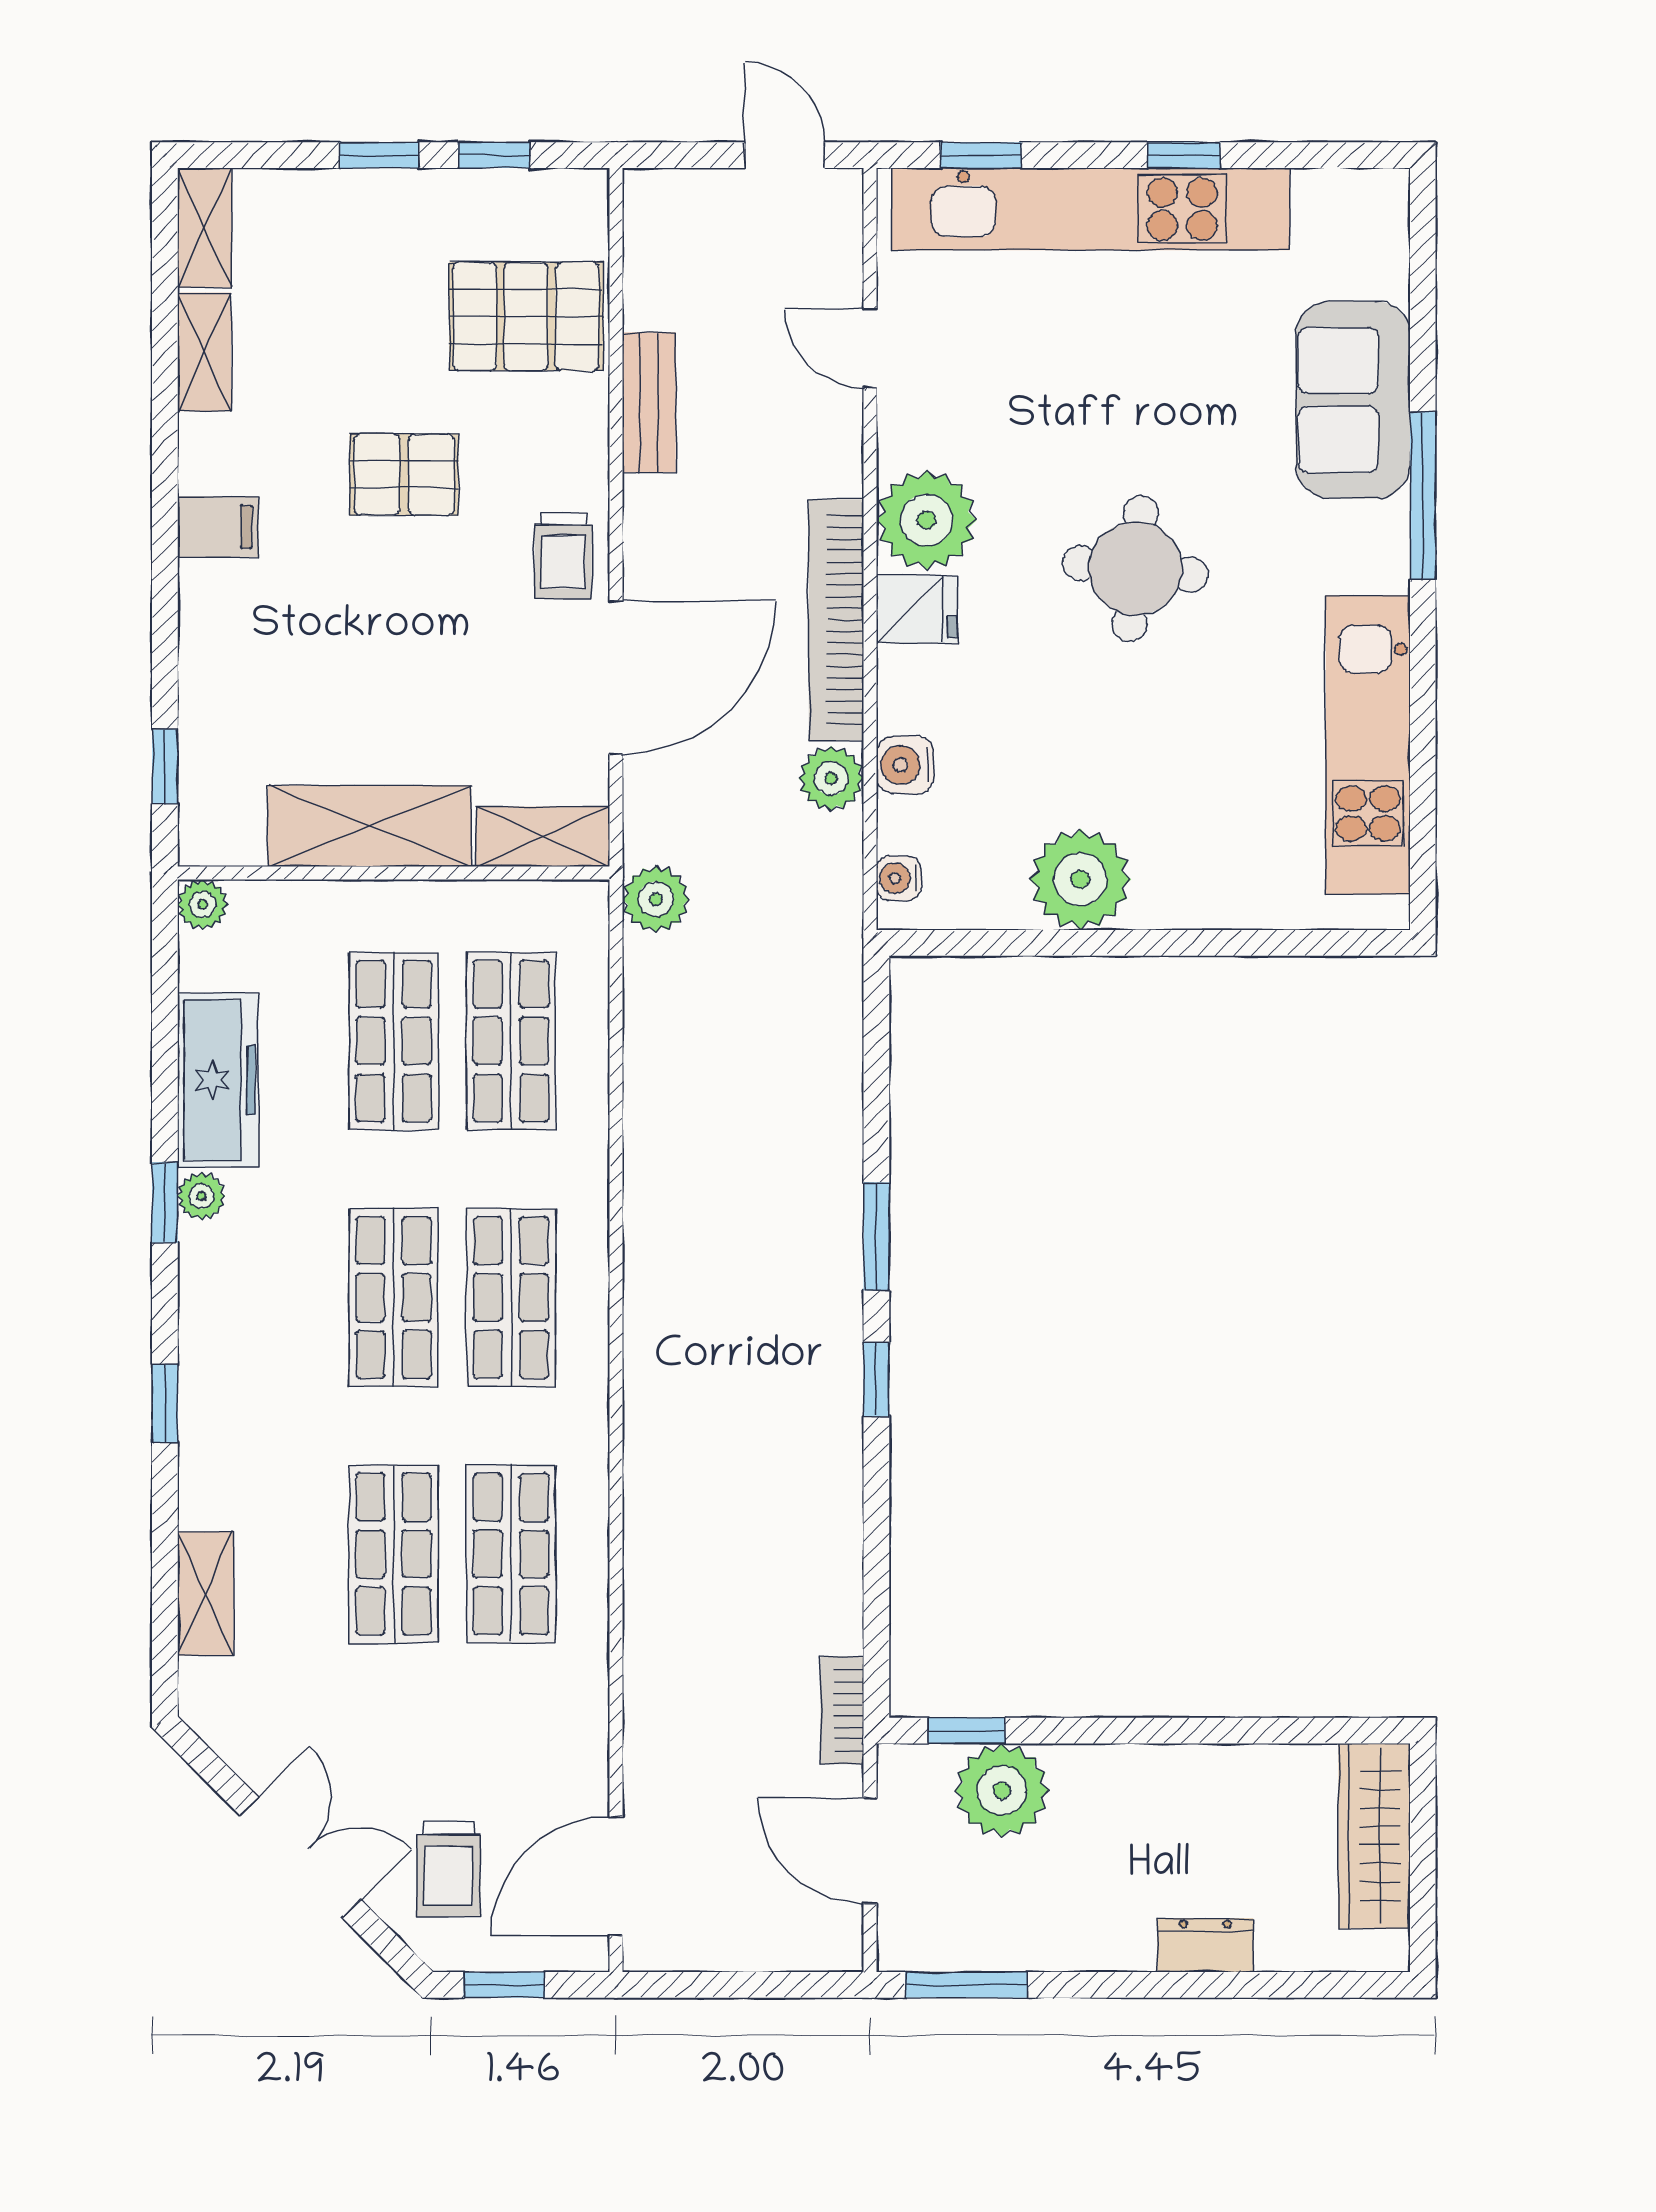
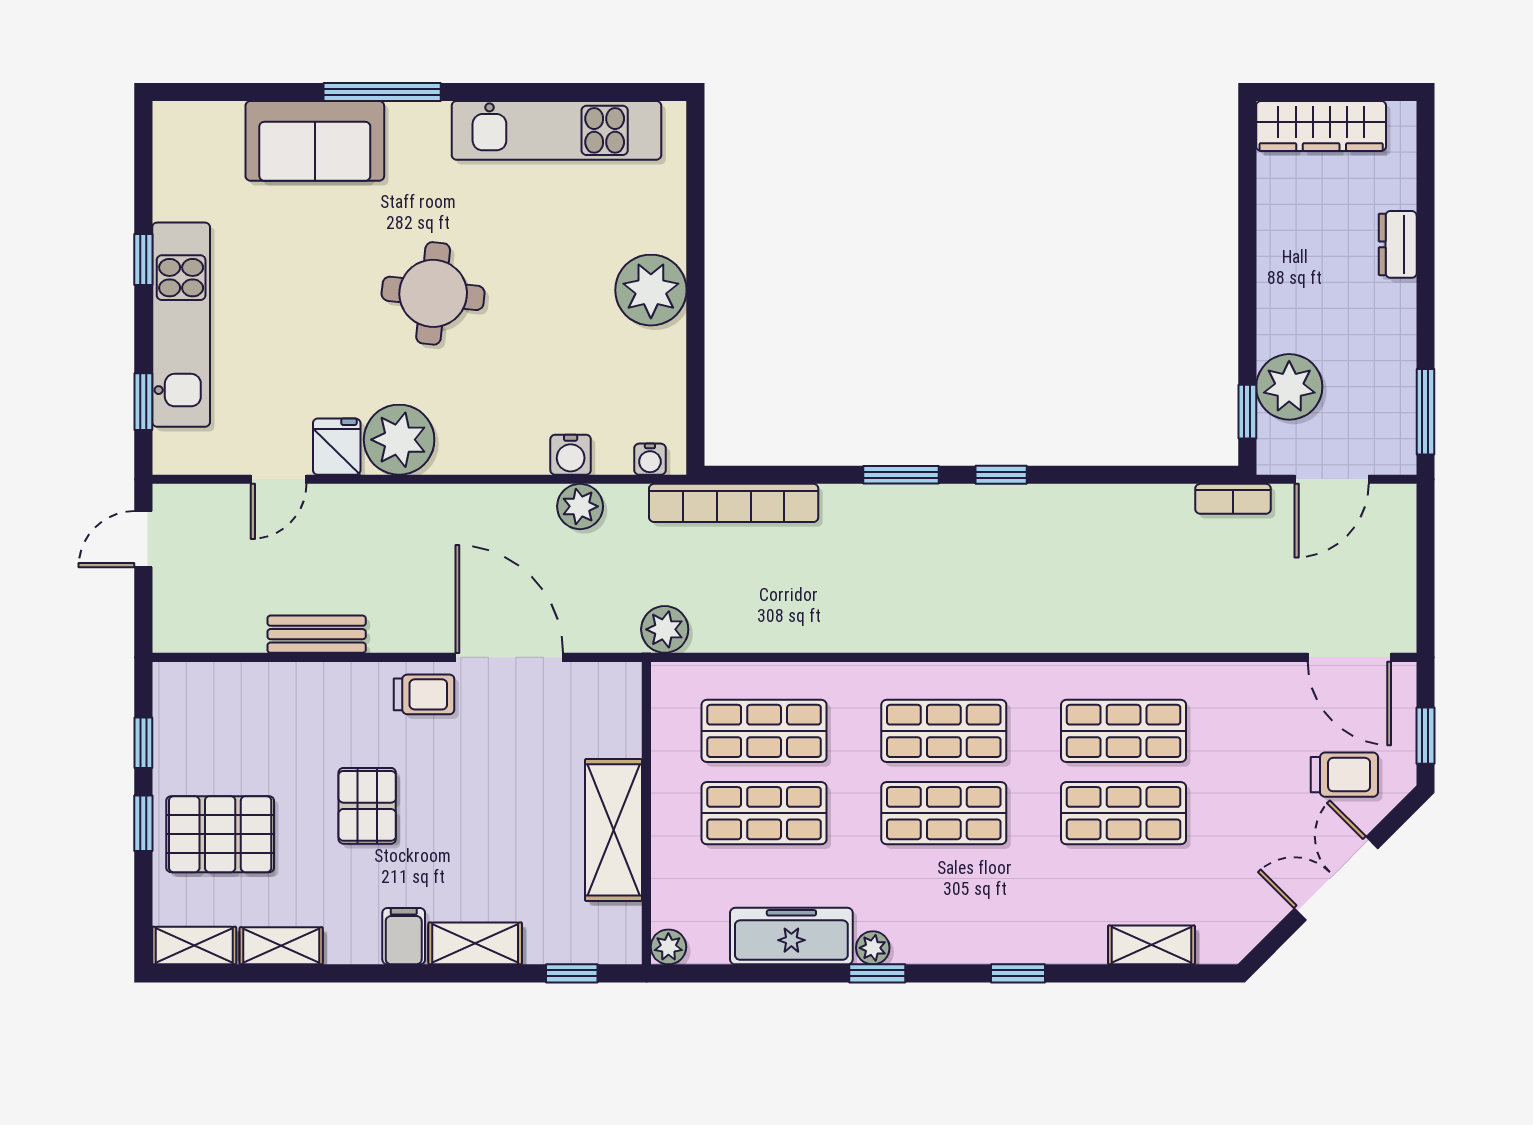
kitchen unit: (1091, 209) -> (181, 325), width x0.73
pallet: (526, 317) -> (220, 834), moved, turned 90
fridge: (917, 609) -> (337, 447), moved
bookcase: (836, 620) -> (734, 503), moved
shelving: (543, 837) -> (475, 943), moved, turned 90
plant: (1080, 879) -> (651, 290), moved

